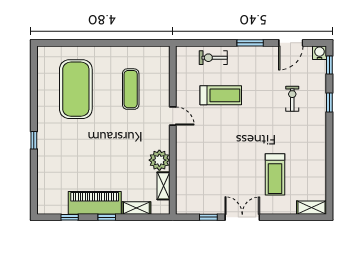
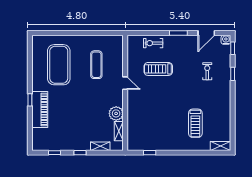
treadmill: (221, 95) -> (158, 69), turned 180
piano: (95, 203) -> (40, 109), moved, turned 90
double door: (242, 217) -> (173, 153), removed

